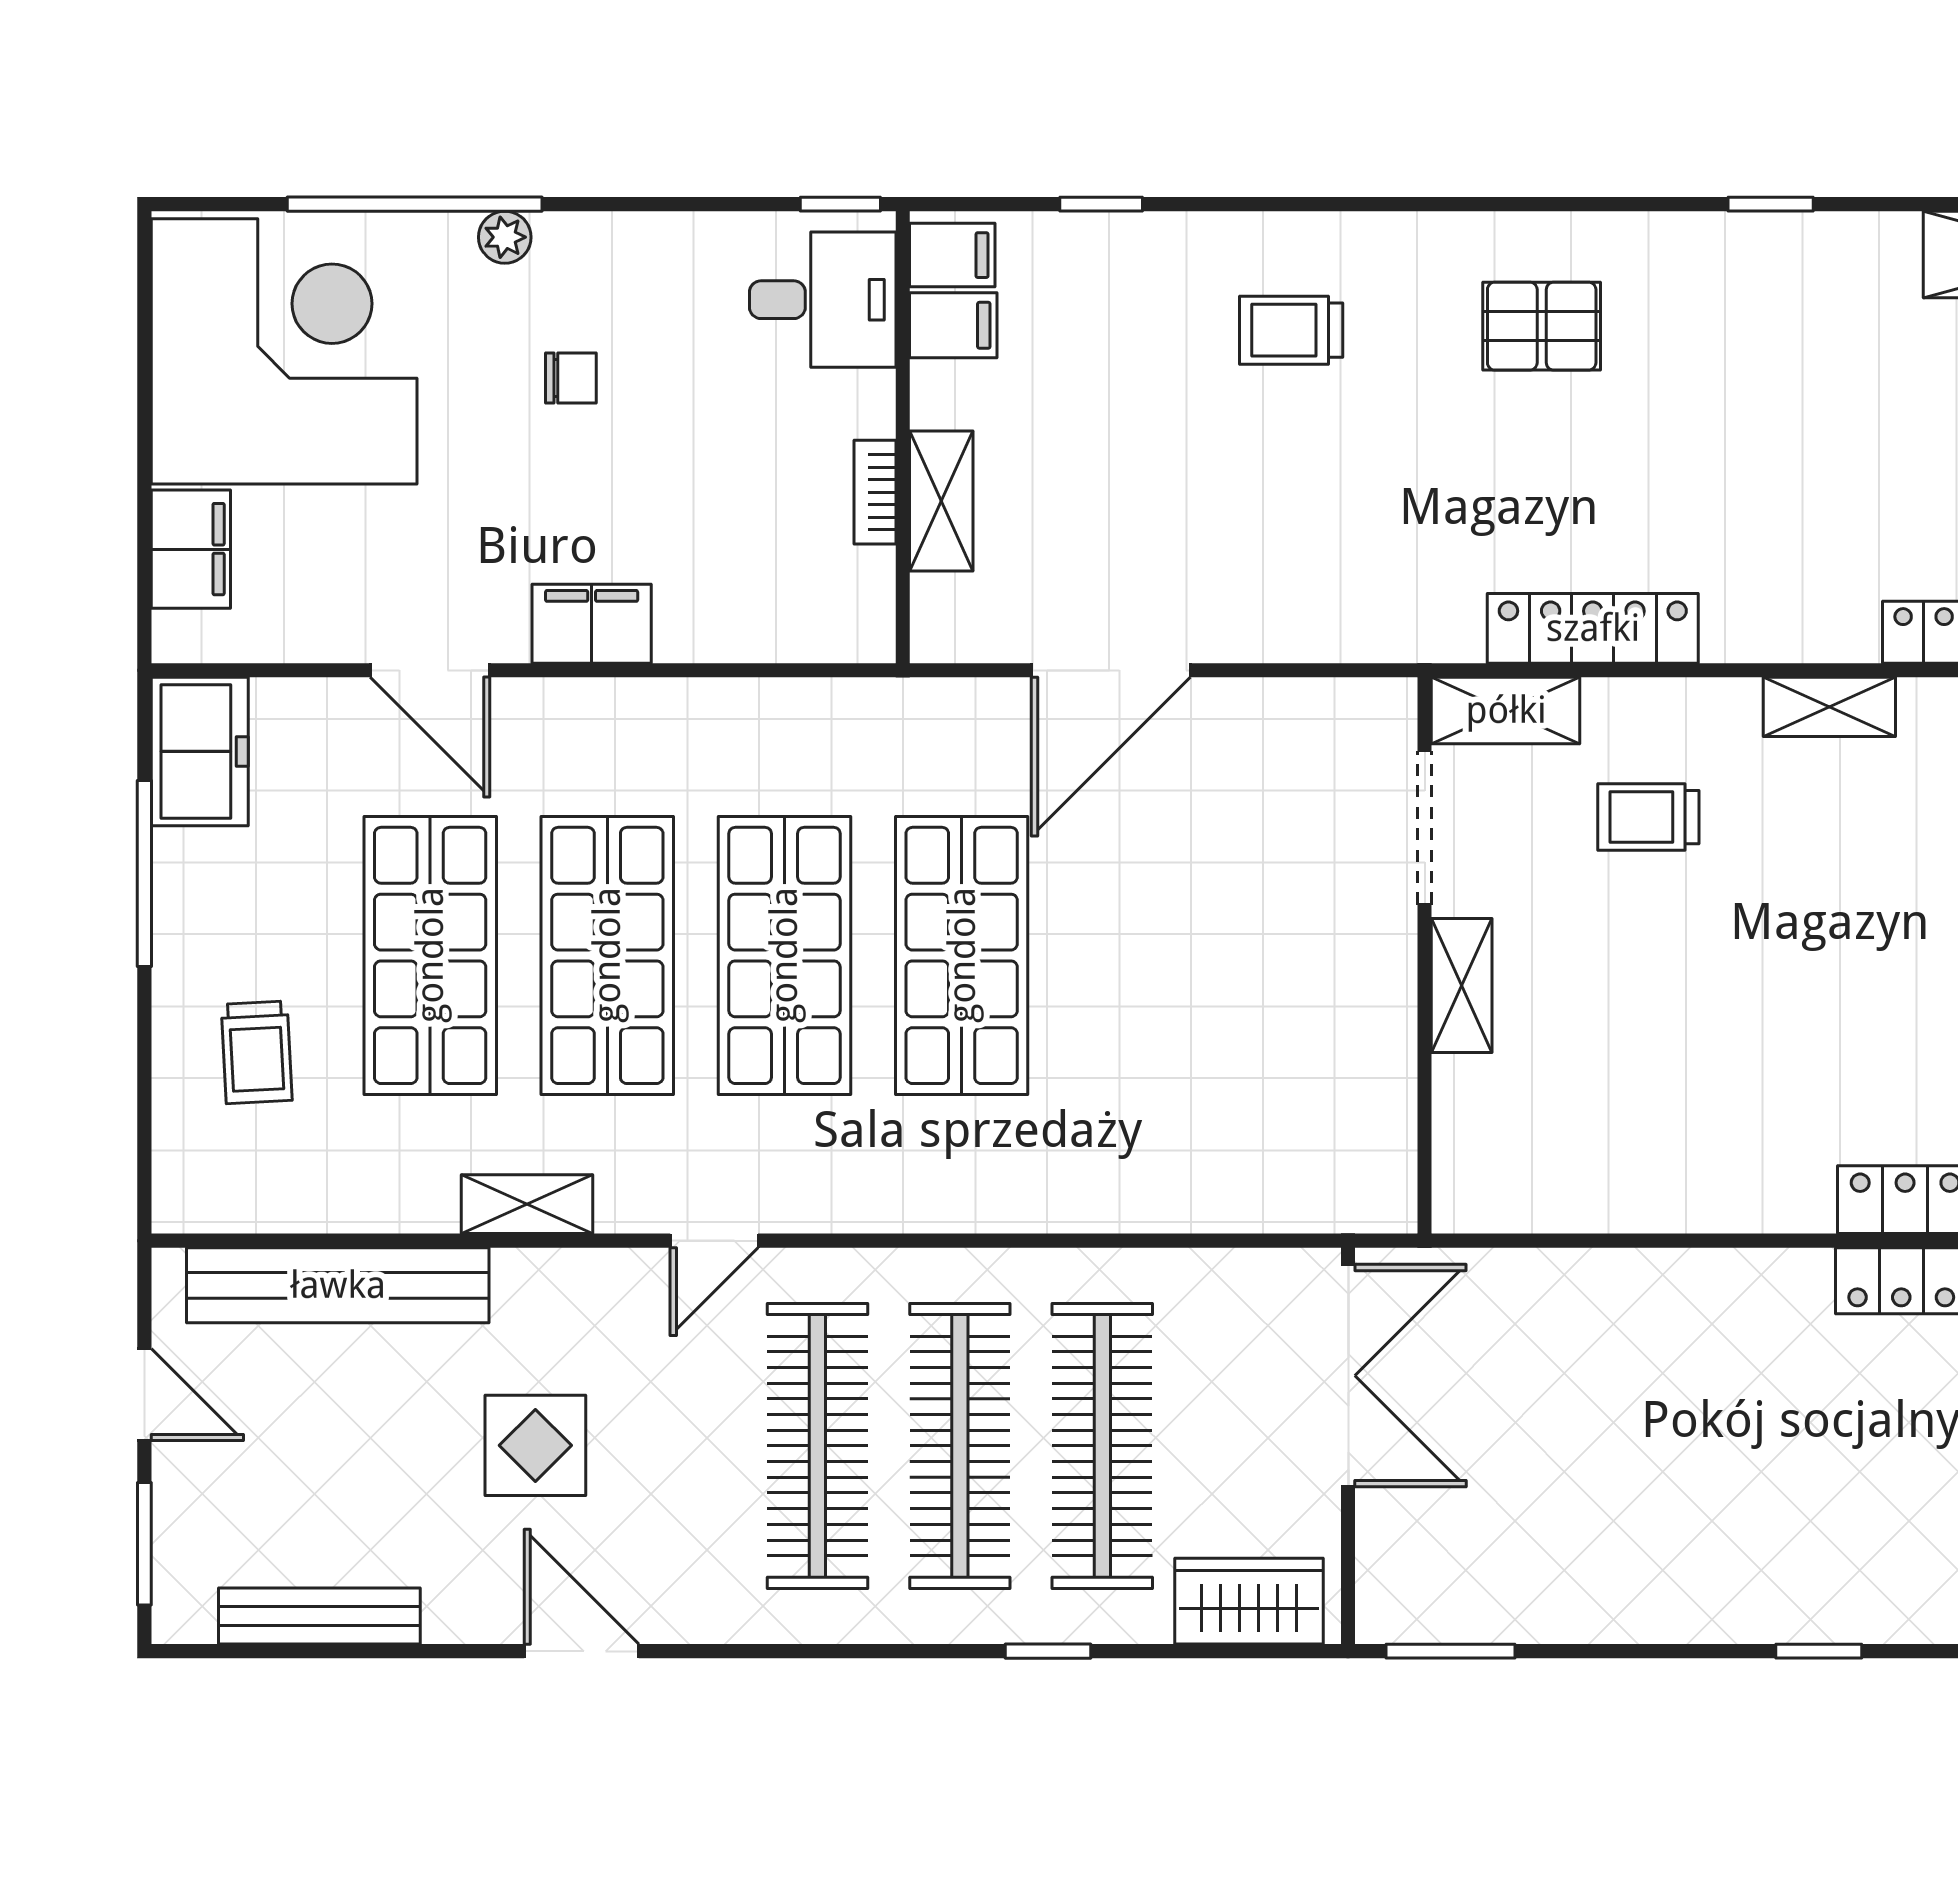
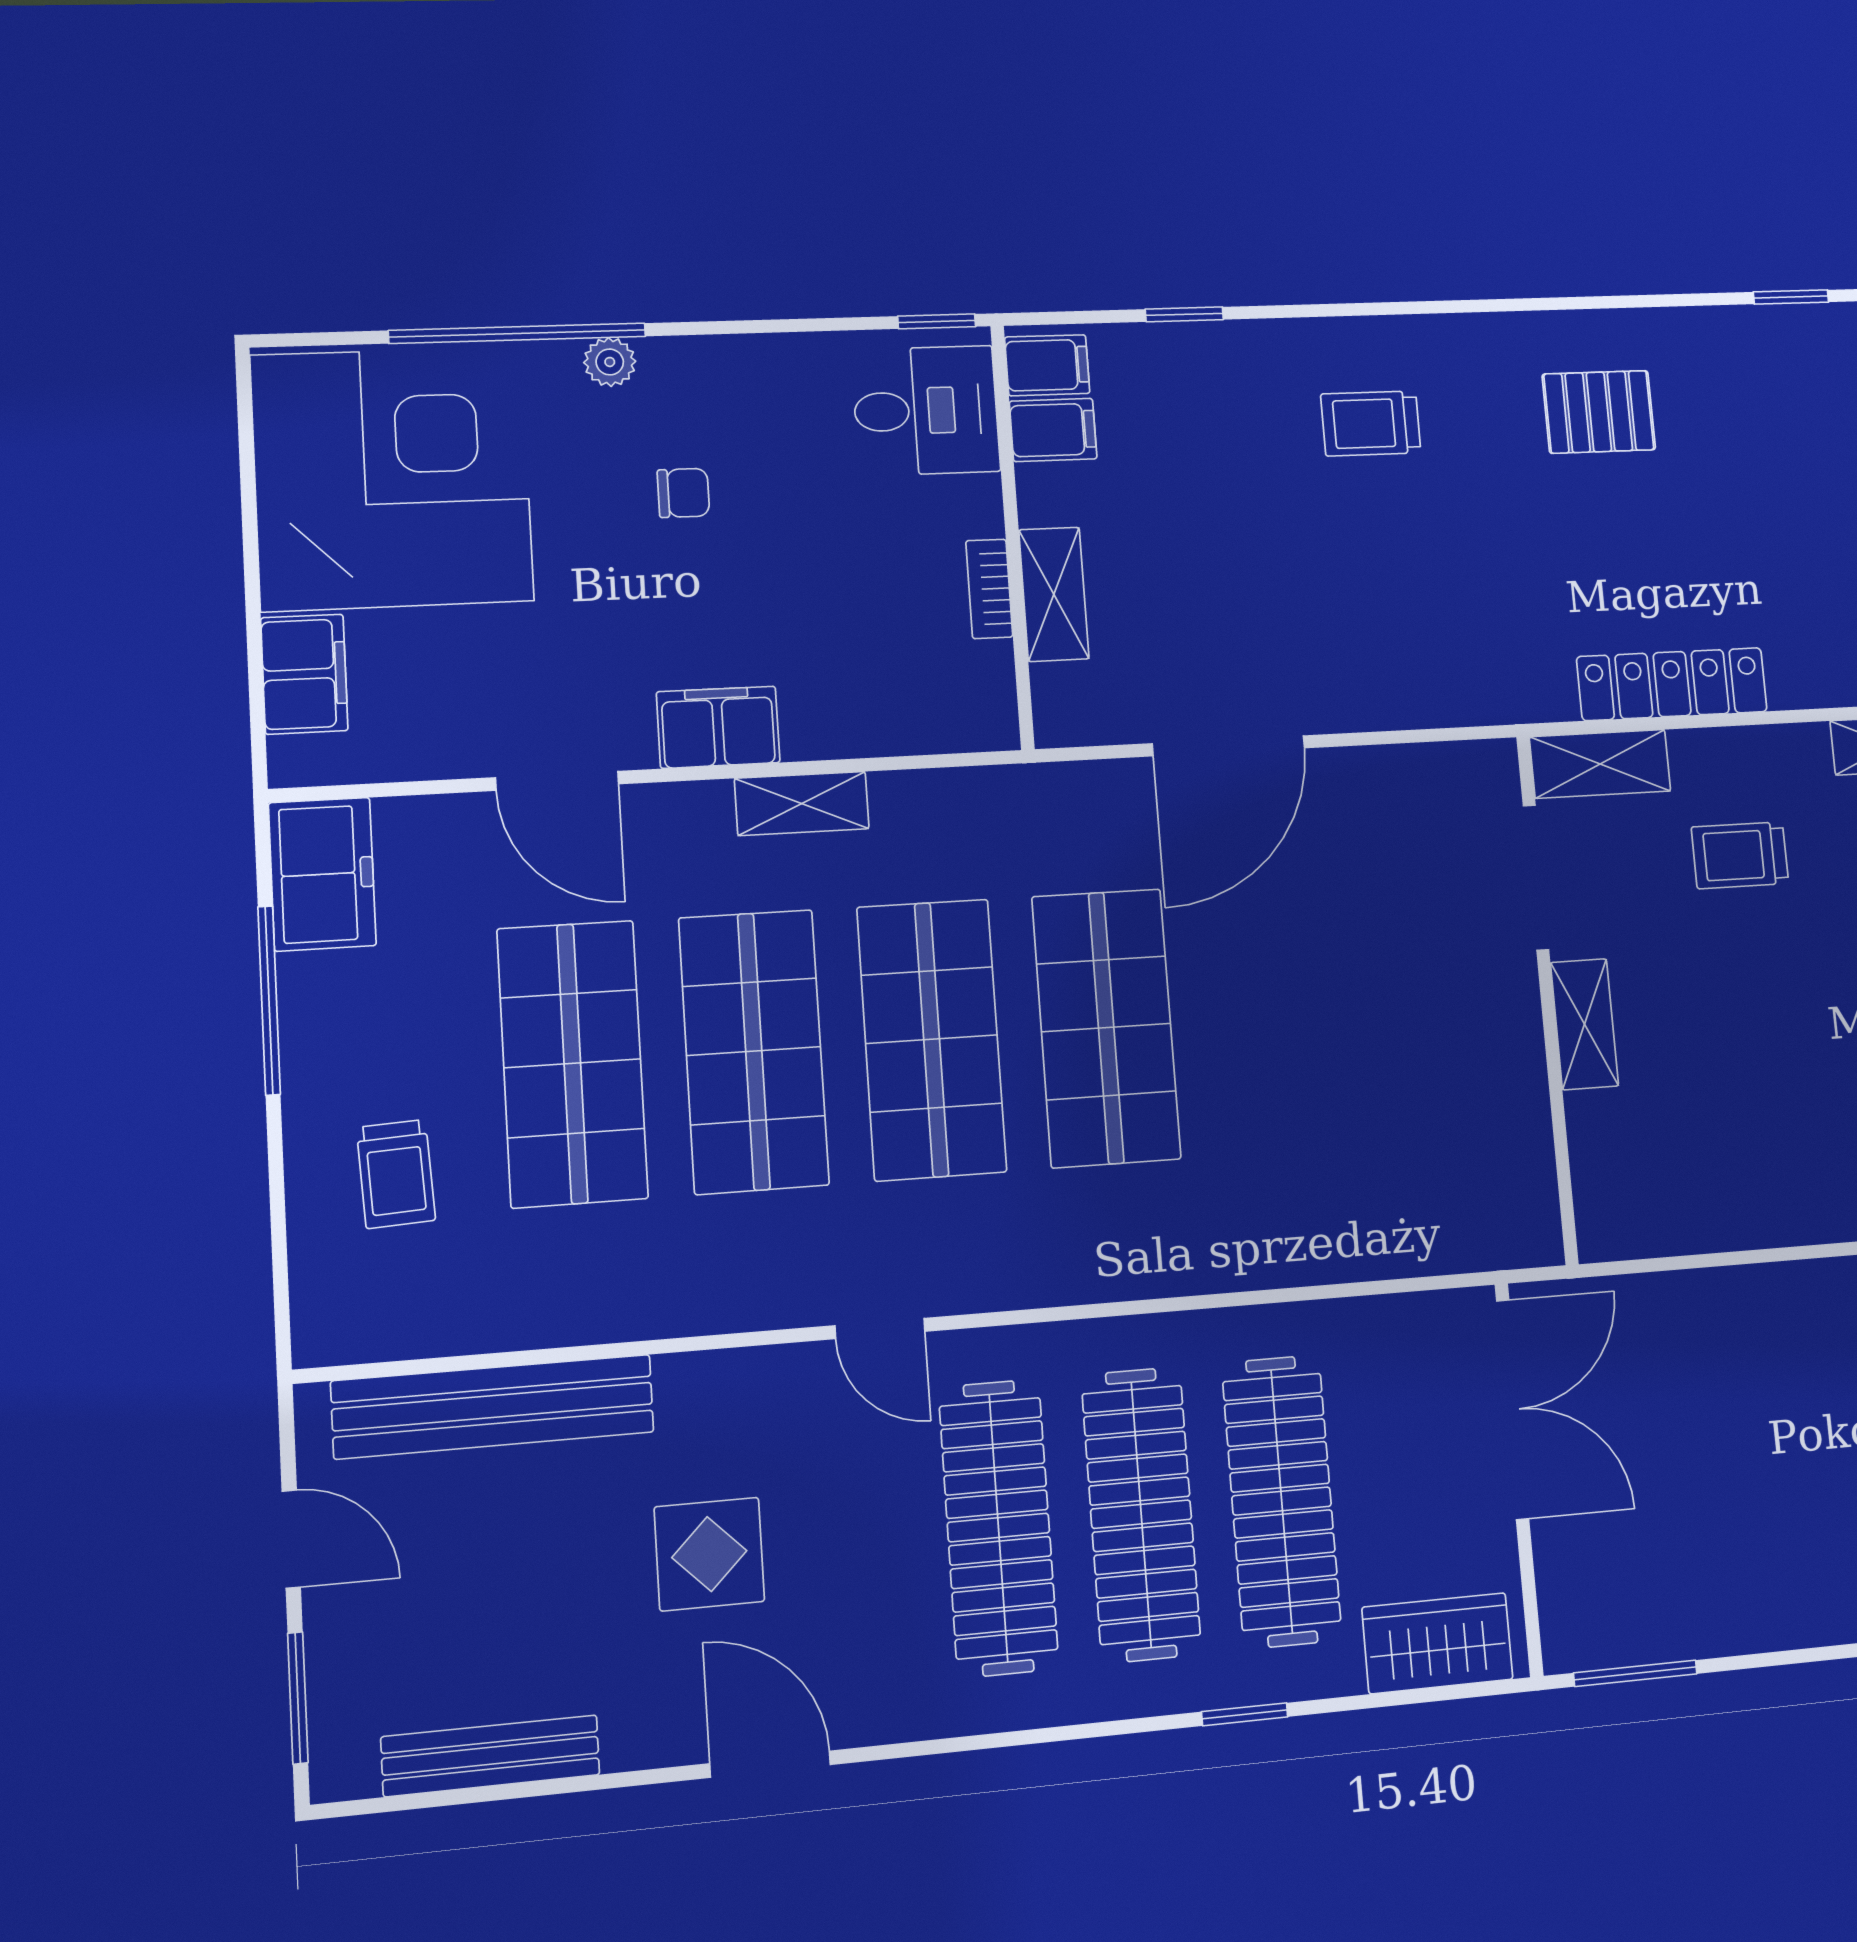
shelving: (527, 1204) -> (802, 804), moved
door: (714, 1241) -> (880, 1328), hinge flipped

